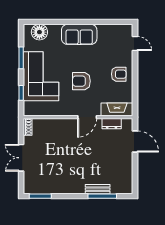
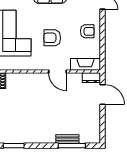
door: (87, 117) -> (57, 72), hinge flipped
dresser: (112, 124) -> (91, 78), moved

